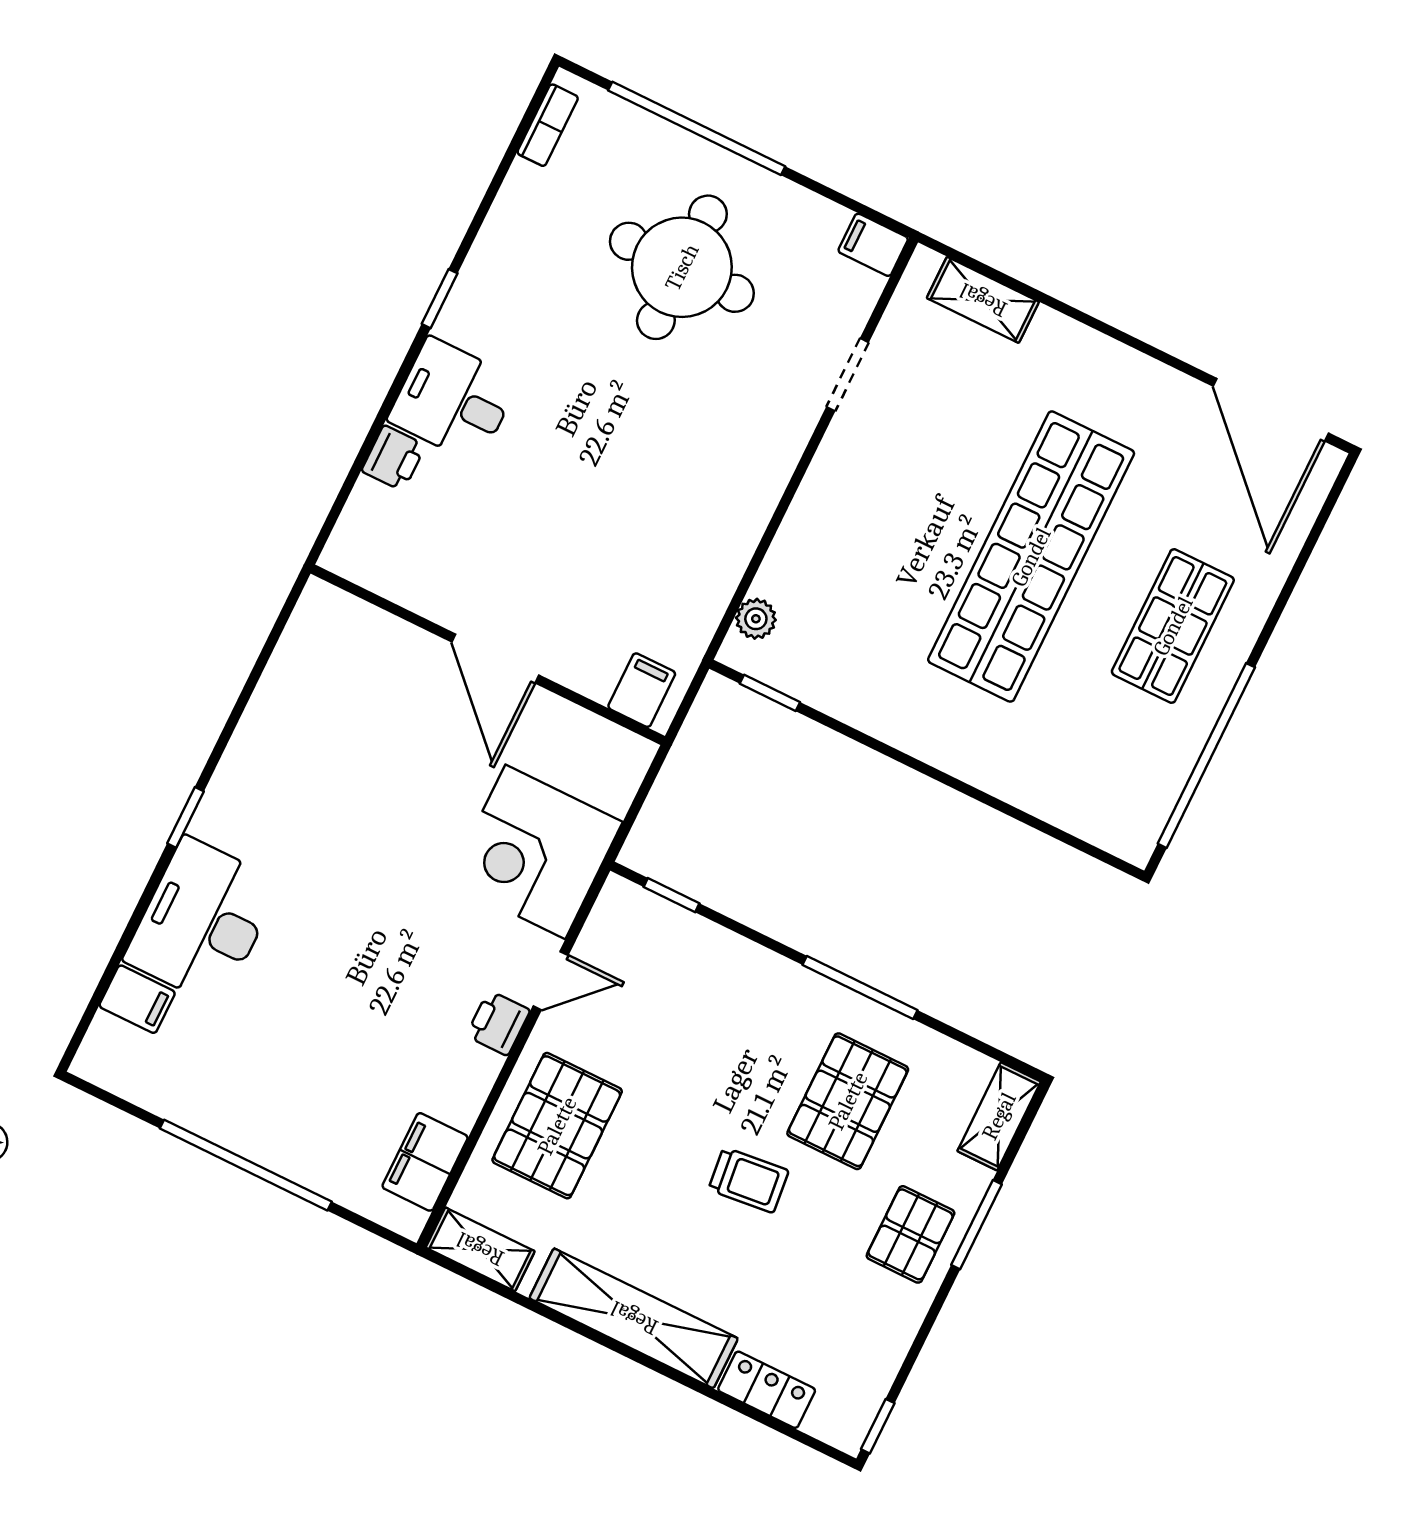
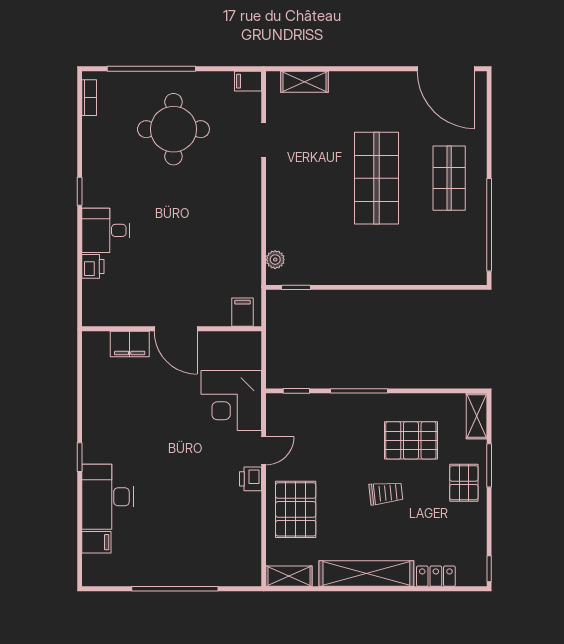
shop shelf: (1031, 557) -> (376, 178), width x0.71
window: (860, 987) -> (359, 391), moved
pallet: (848, 1101) -> (411, 440), turned 90
filing cabinet: (425, 1162) -> (130, 344), moved, turned -90

